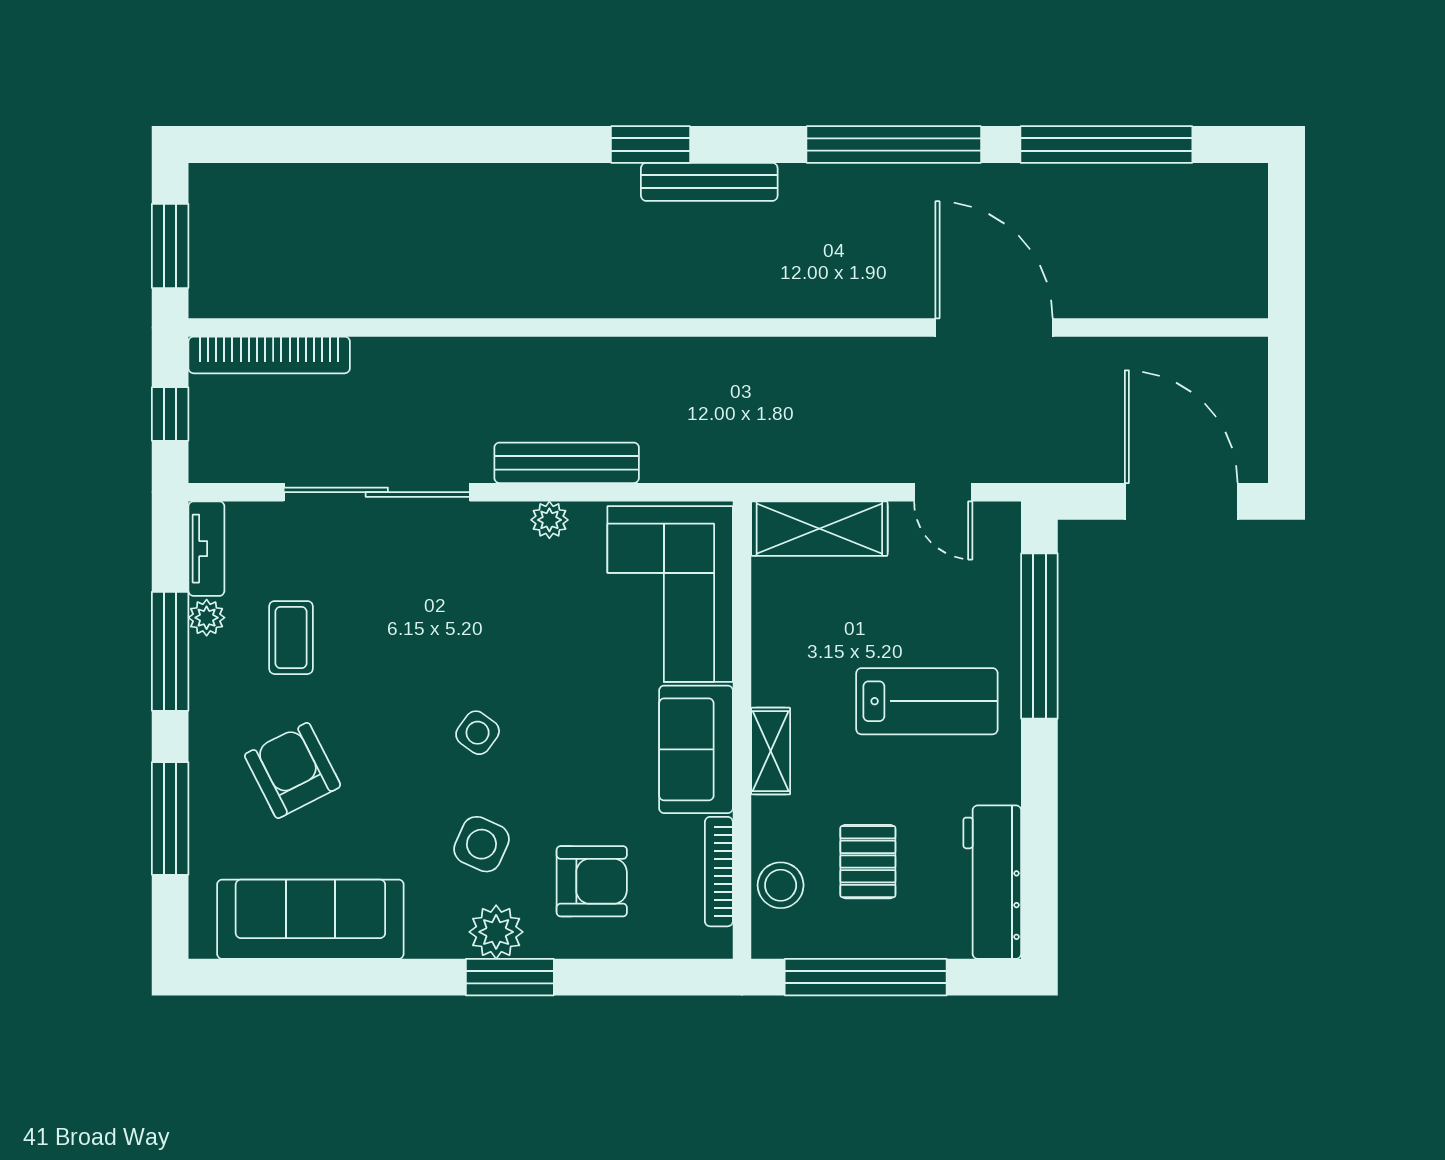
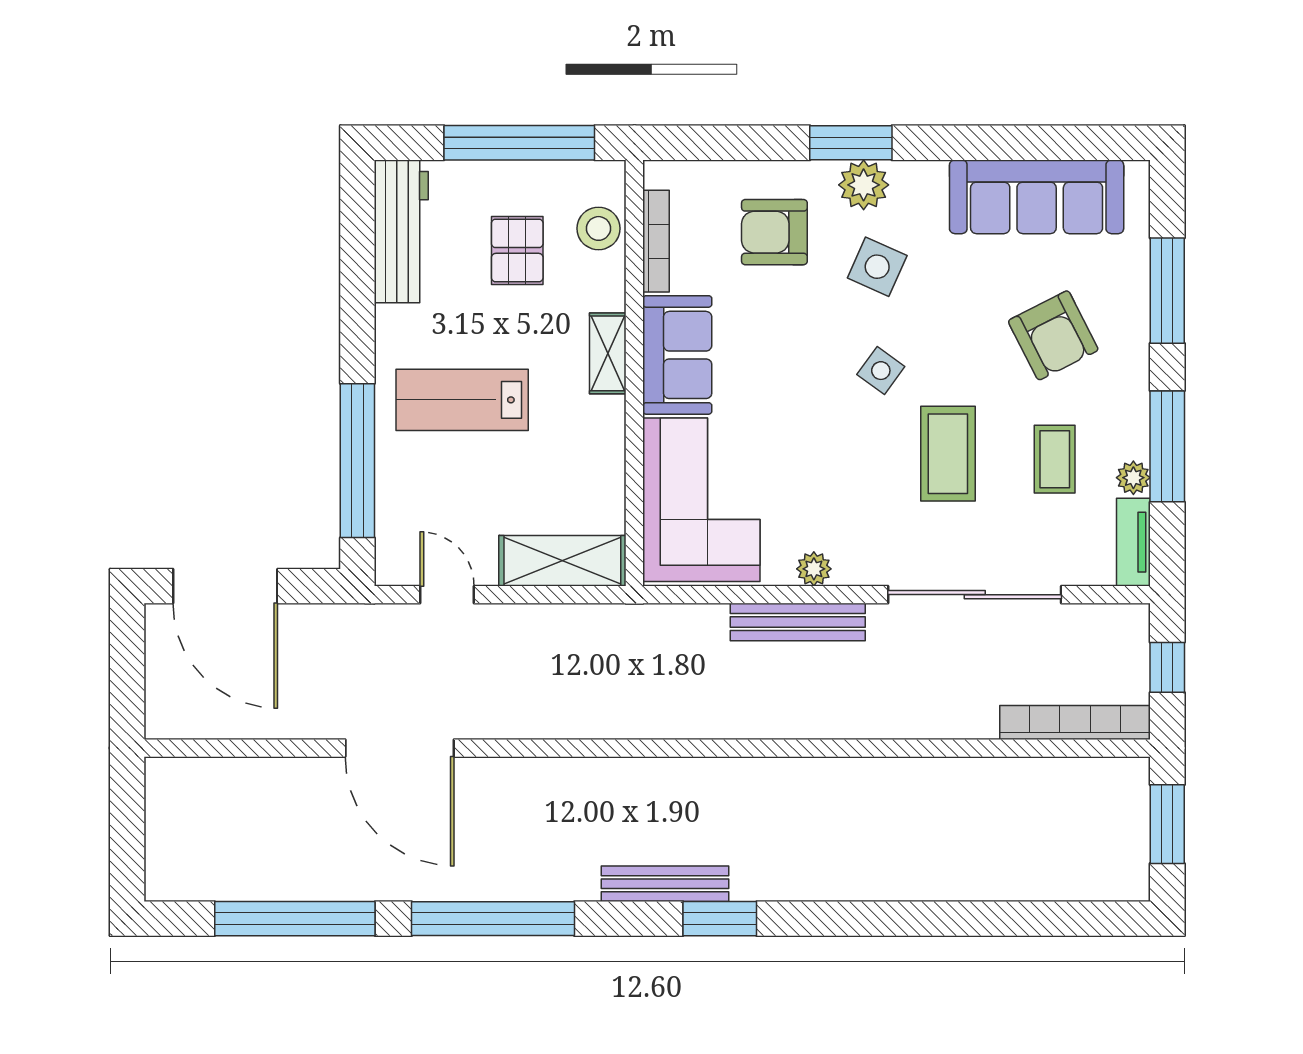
coffee table: (406, 643) -> (948, 454), added

